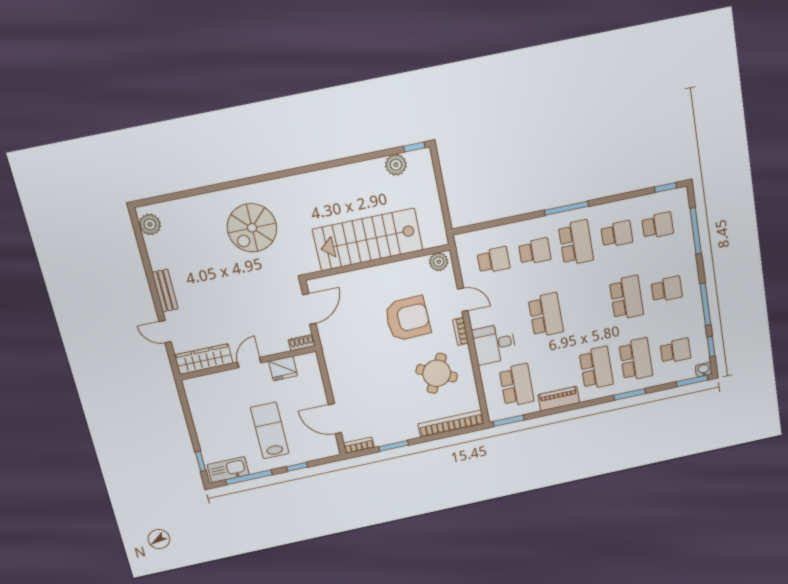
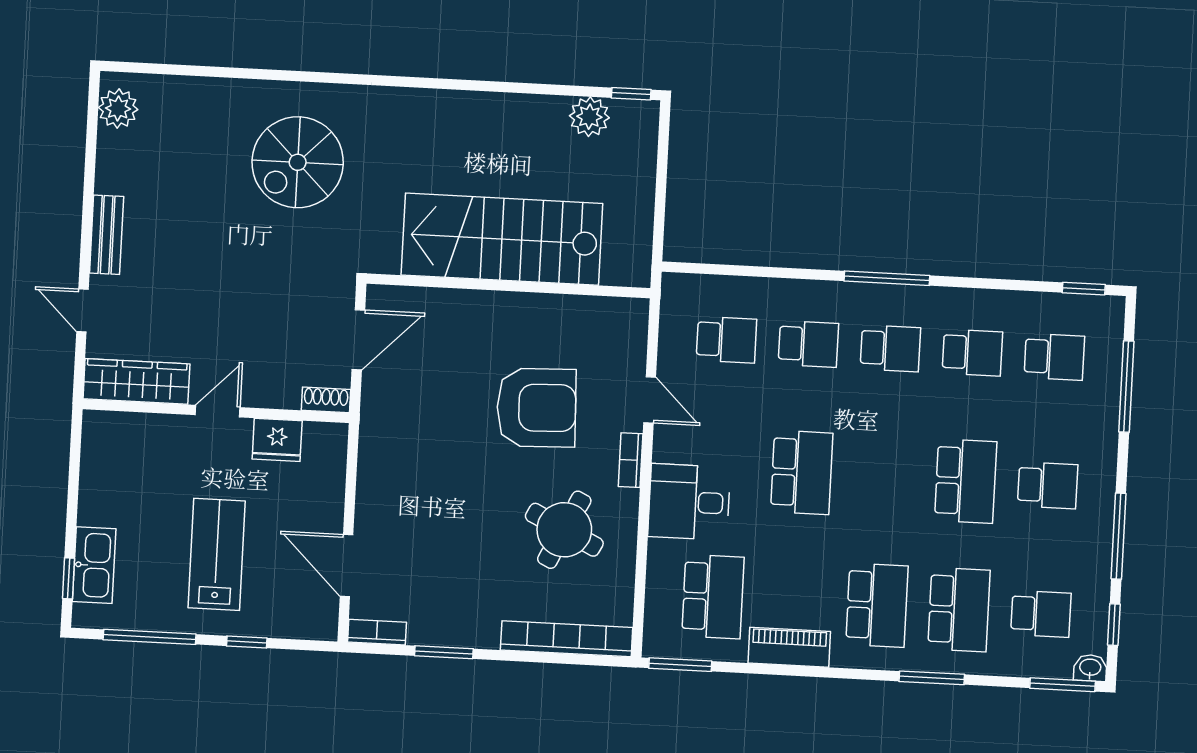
school desk: (576, 243) -> (890, 348), width x0.54
plant: (439, 262) -> (623, 315), removed
kitchen sink: (228, 470) -> (94, 565), moved, turned 90

